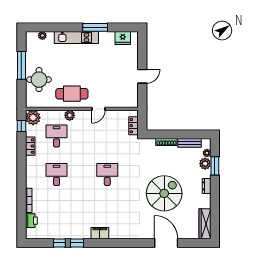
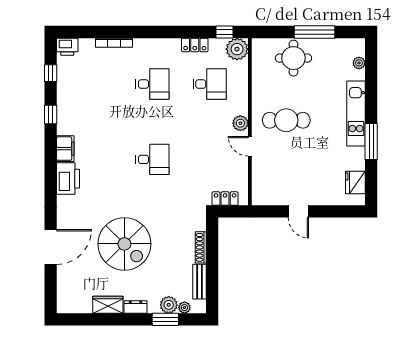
cafe table: (72, 94) -> (286, 120), moved, turned 90
plant: (70, 115) -> (240, 123), moved
printer: (31, 221) -> (67, 47), moved
wardrobe: (205, 224) -> (108, 305), moved, width x0.67
printer: (120, 231) -> (68, 179), added
window: (59, 243) -> (51, 73), moved

